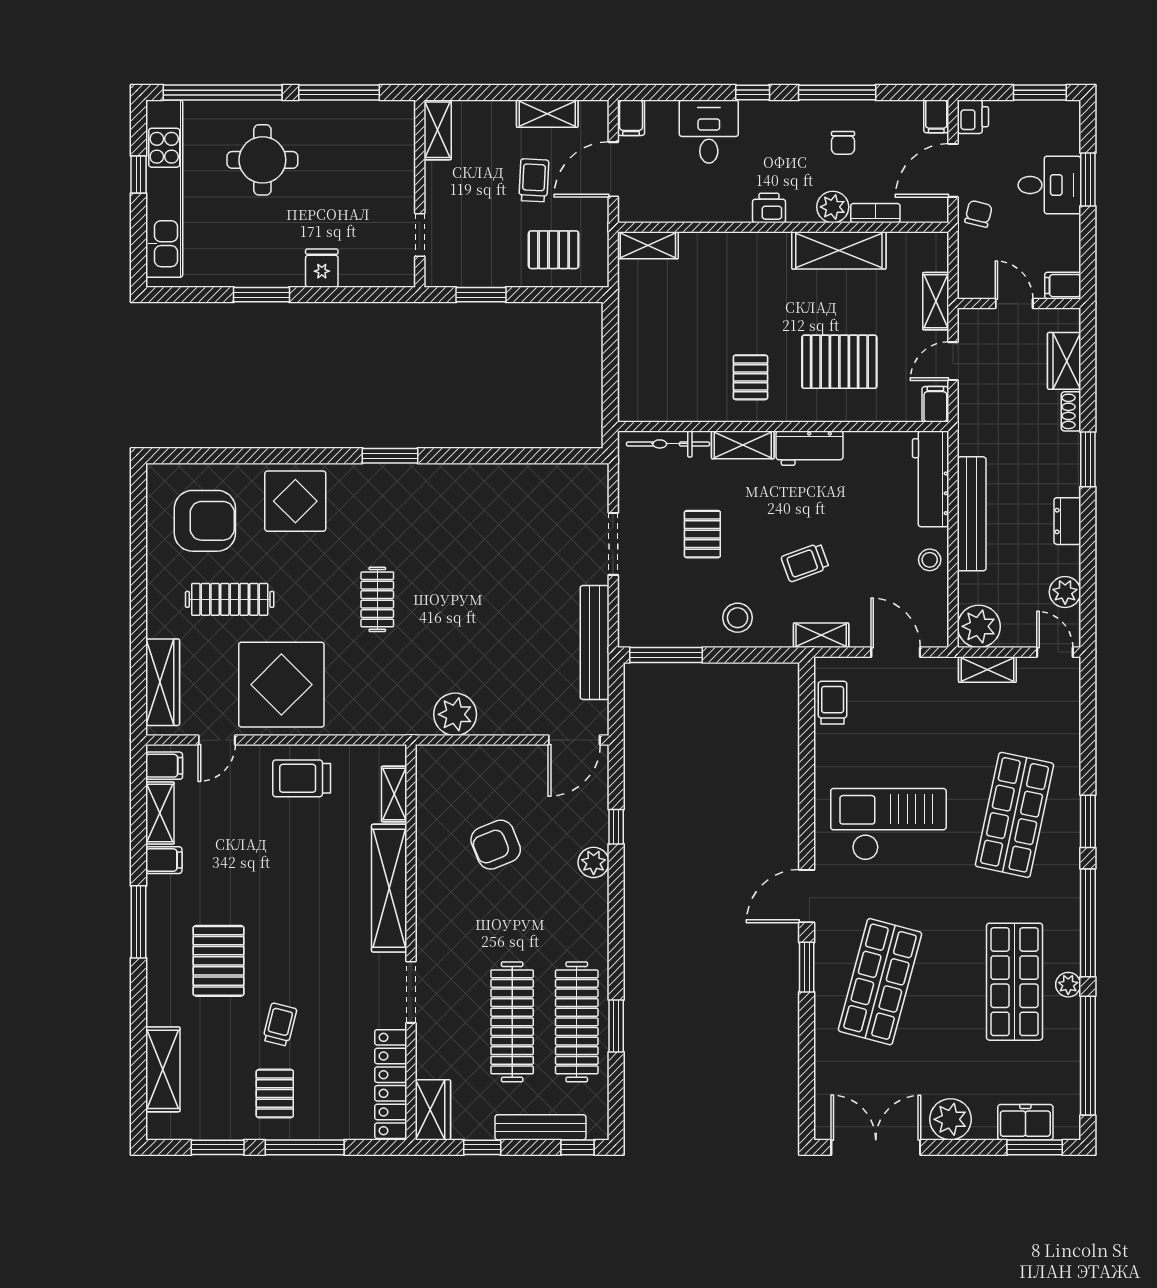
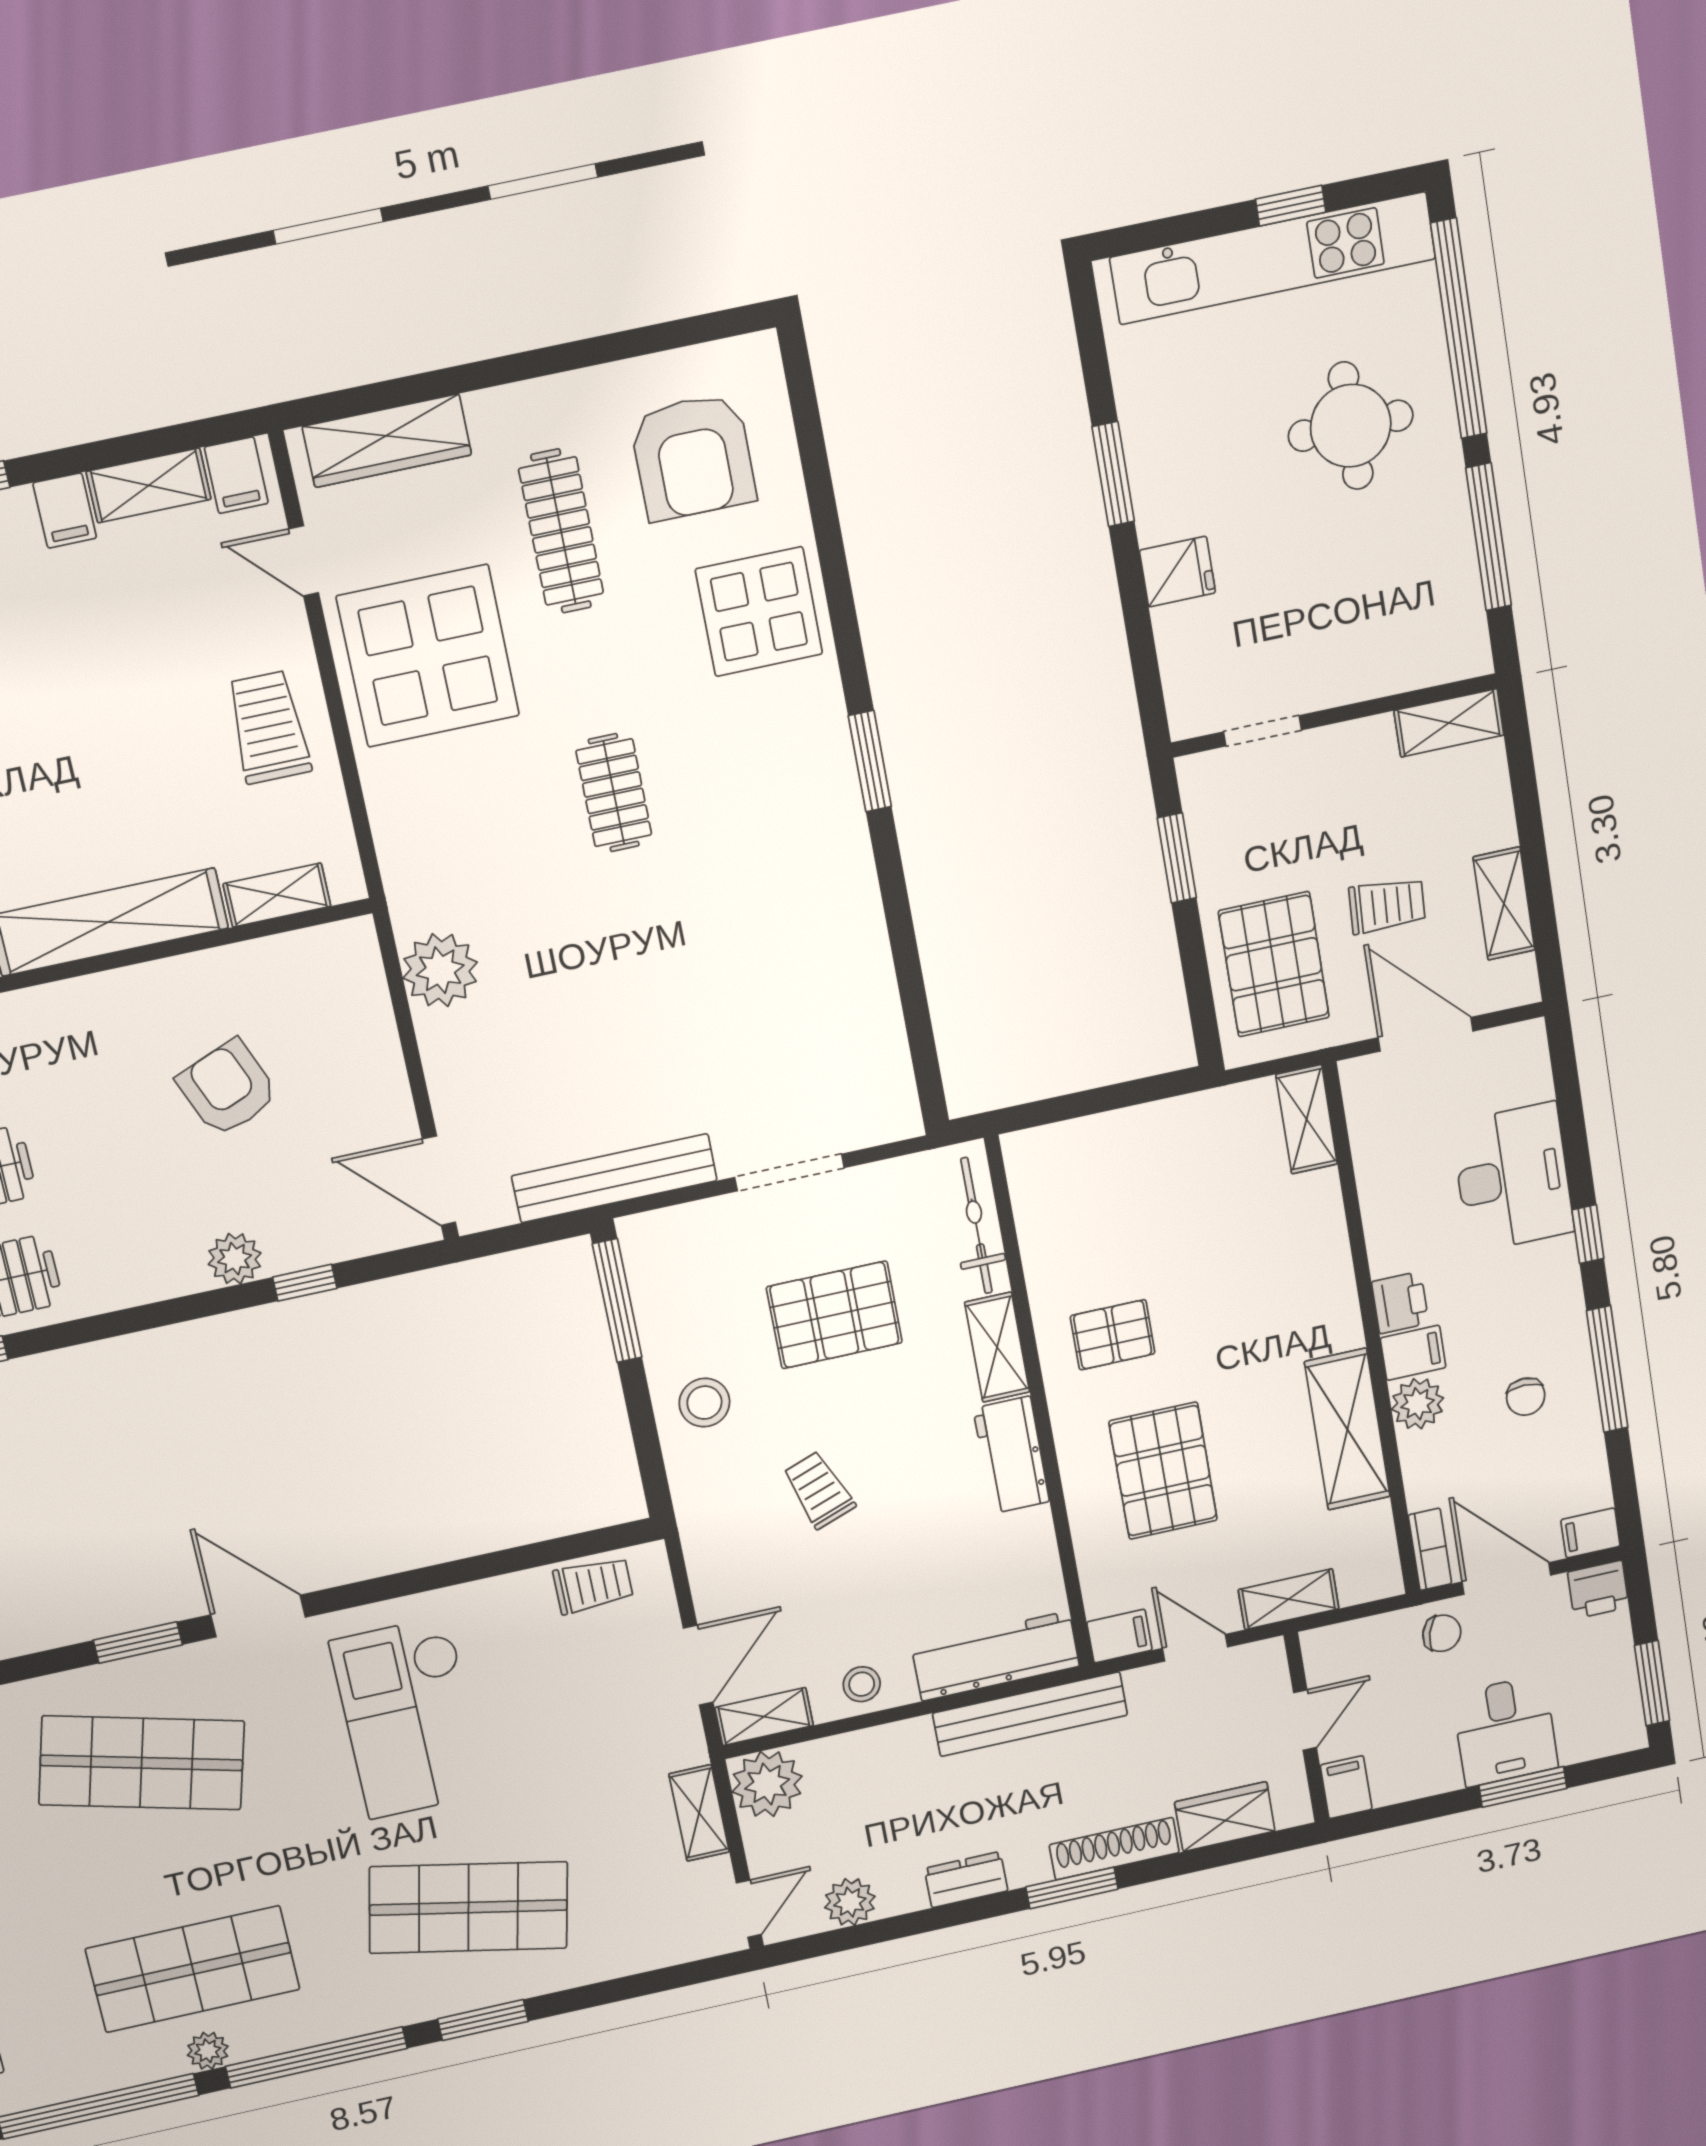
filing cabinet: (631, 118) -> (1413, 1353), moved, turned 180
desk: (709, 132) -> (1513, 1177), width x1.37
chair: (843, 143) -> (1526, 1397), turned -90
bookcase: (875, 213) -> (1430, 1549), moved
pallet: (554, 250) -> (1274, 964), width x1.50, depth x1.42
shoe rack: (1071, 411) -> (1114, 1849), width x1.94, depth x1.24
bench: (972, 514) -> (1030, 1714), moved
pallet: (702, 534) -> (834, 1315), width x1.50, depth x1.42
clothes rail: (377, 599) -> (614, 793), turned 90
shelving: (821, 635) -> (764, 1717), moved, turned 90
checkout: (888, 824) -> (409, 1718), turned 180

